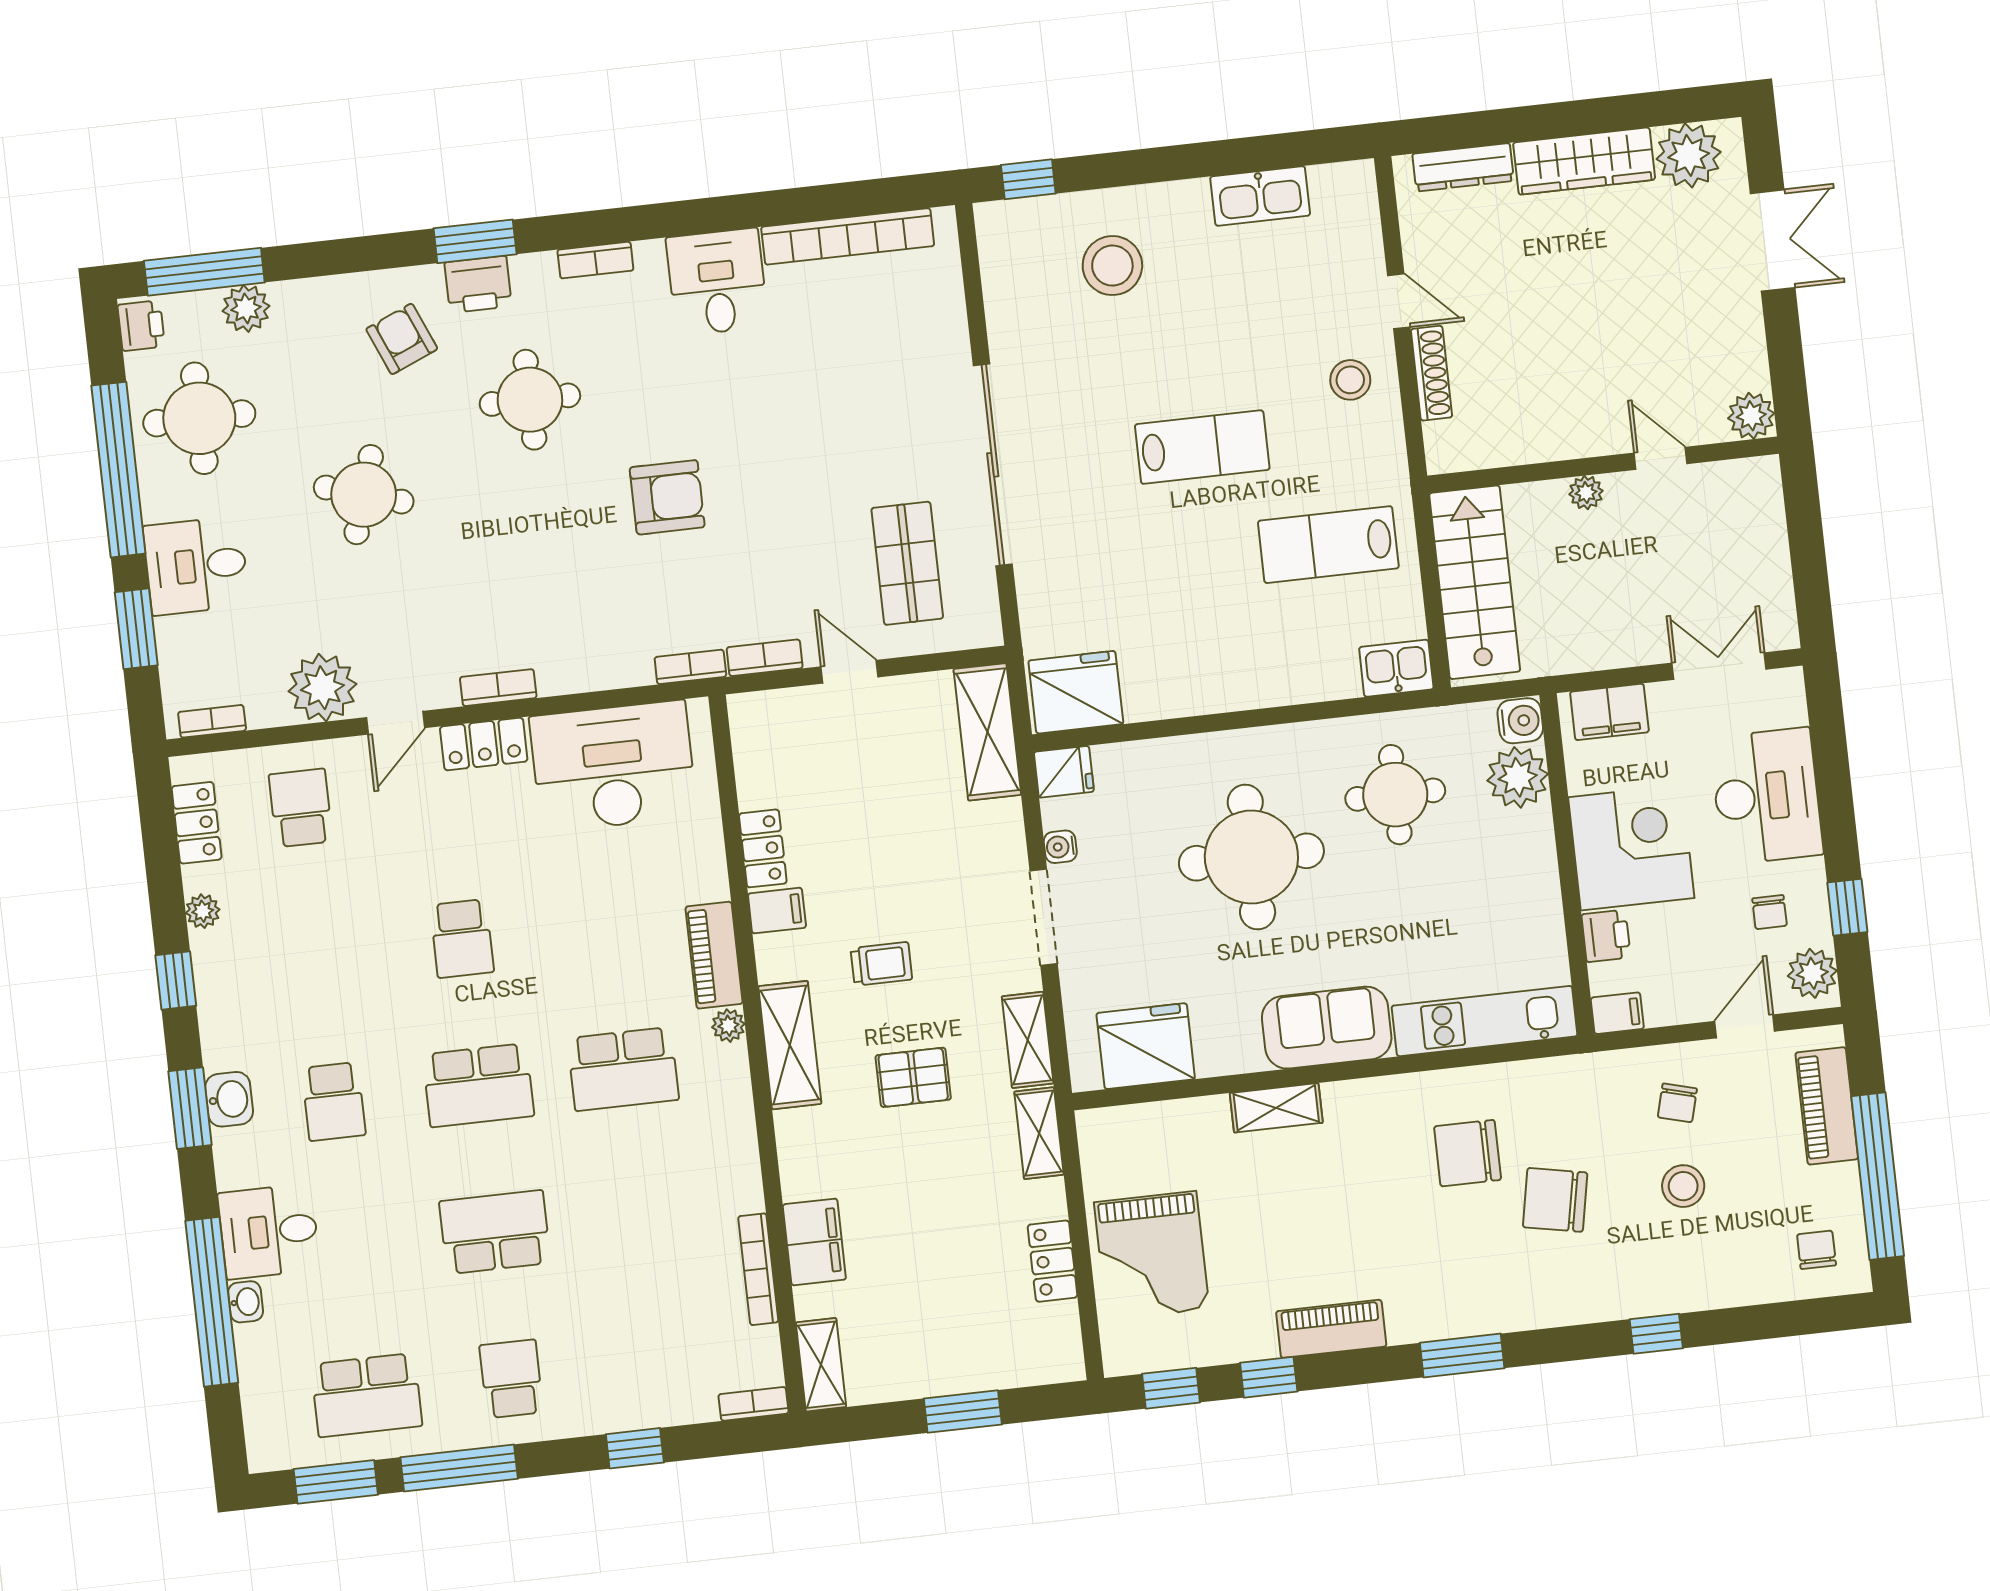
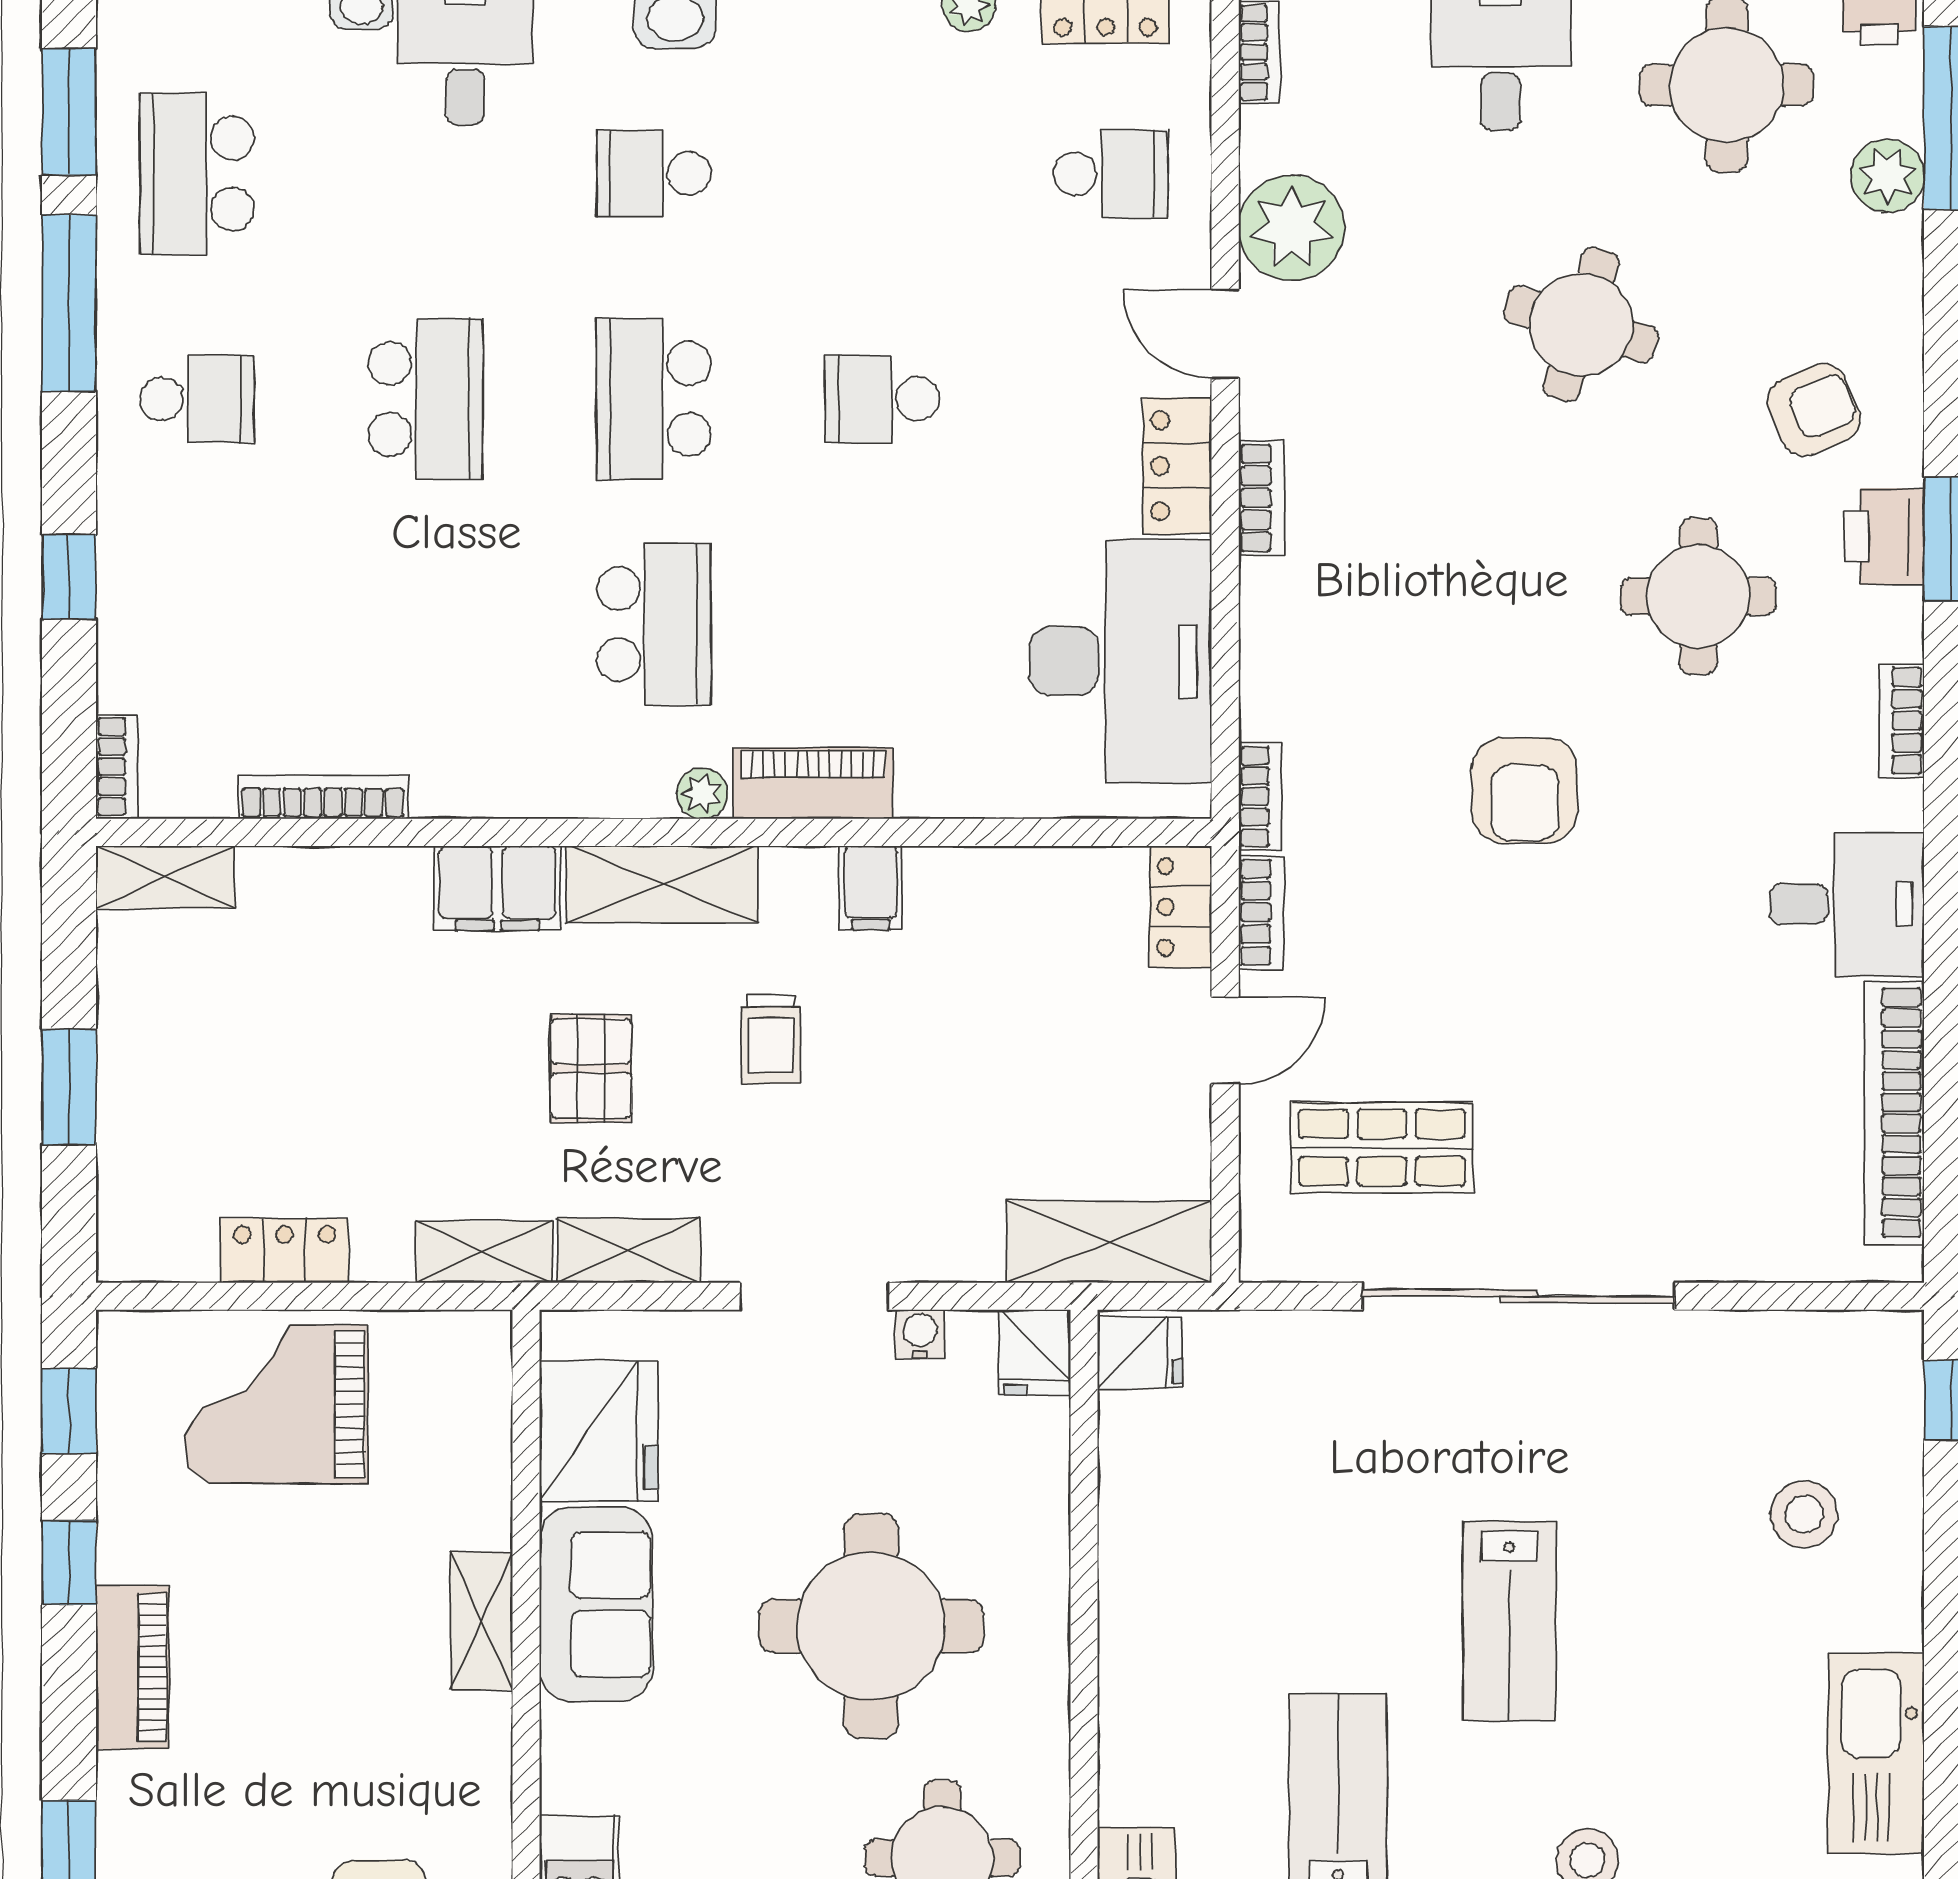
kitchen sink: (1260, 196) -> (1876, 1753), width x1.36, depth x1.24
stool: (1112, 266) -> (1804, 1514), width x0.73, depth x0.73
fridge: (1076, 692) -> (1140, 1353), width x0.53, depth x0.75
locker: (763, 848) -> (1181, 907), moved, turned 90
sofa: (1327, 1028) -> (596, 1604), moved
school desk: (623, 1069) -> (654, 624), turned 180
filing cabinet: (814, 1242) -> (497, 888), moved

